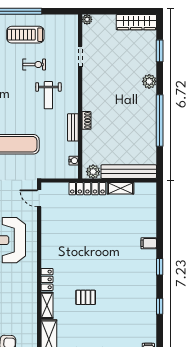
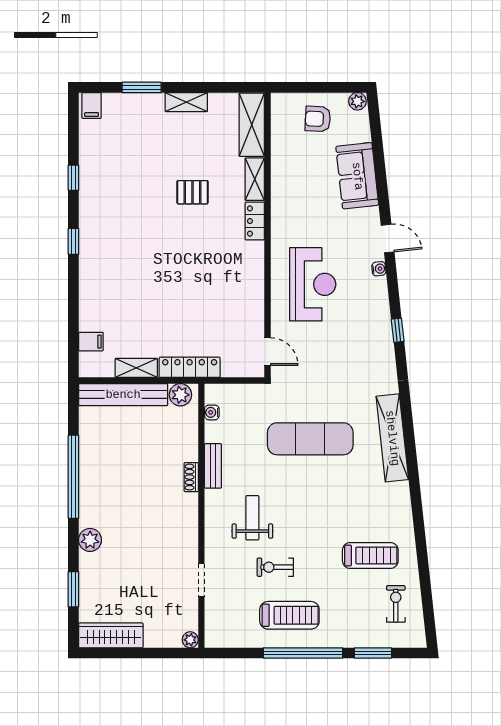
filing cabinet: (149, 243) -> (91, 342), moved

